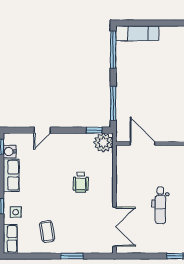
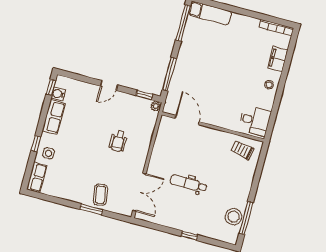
door: (42, 130) -> (109, 86), moved
plant: (103, 143) -> (156, 106), width x0.53, depth x0.53
dental chair: (160, 205) -> (189, 183), turned 90
coffee table: (47, 231) -> (100, 195), moved

